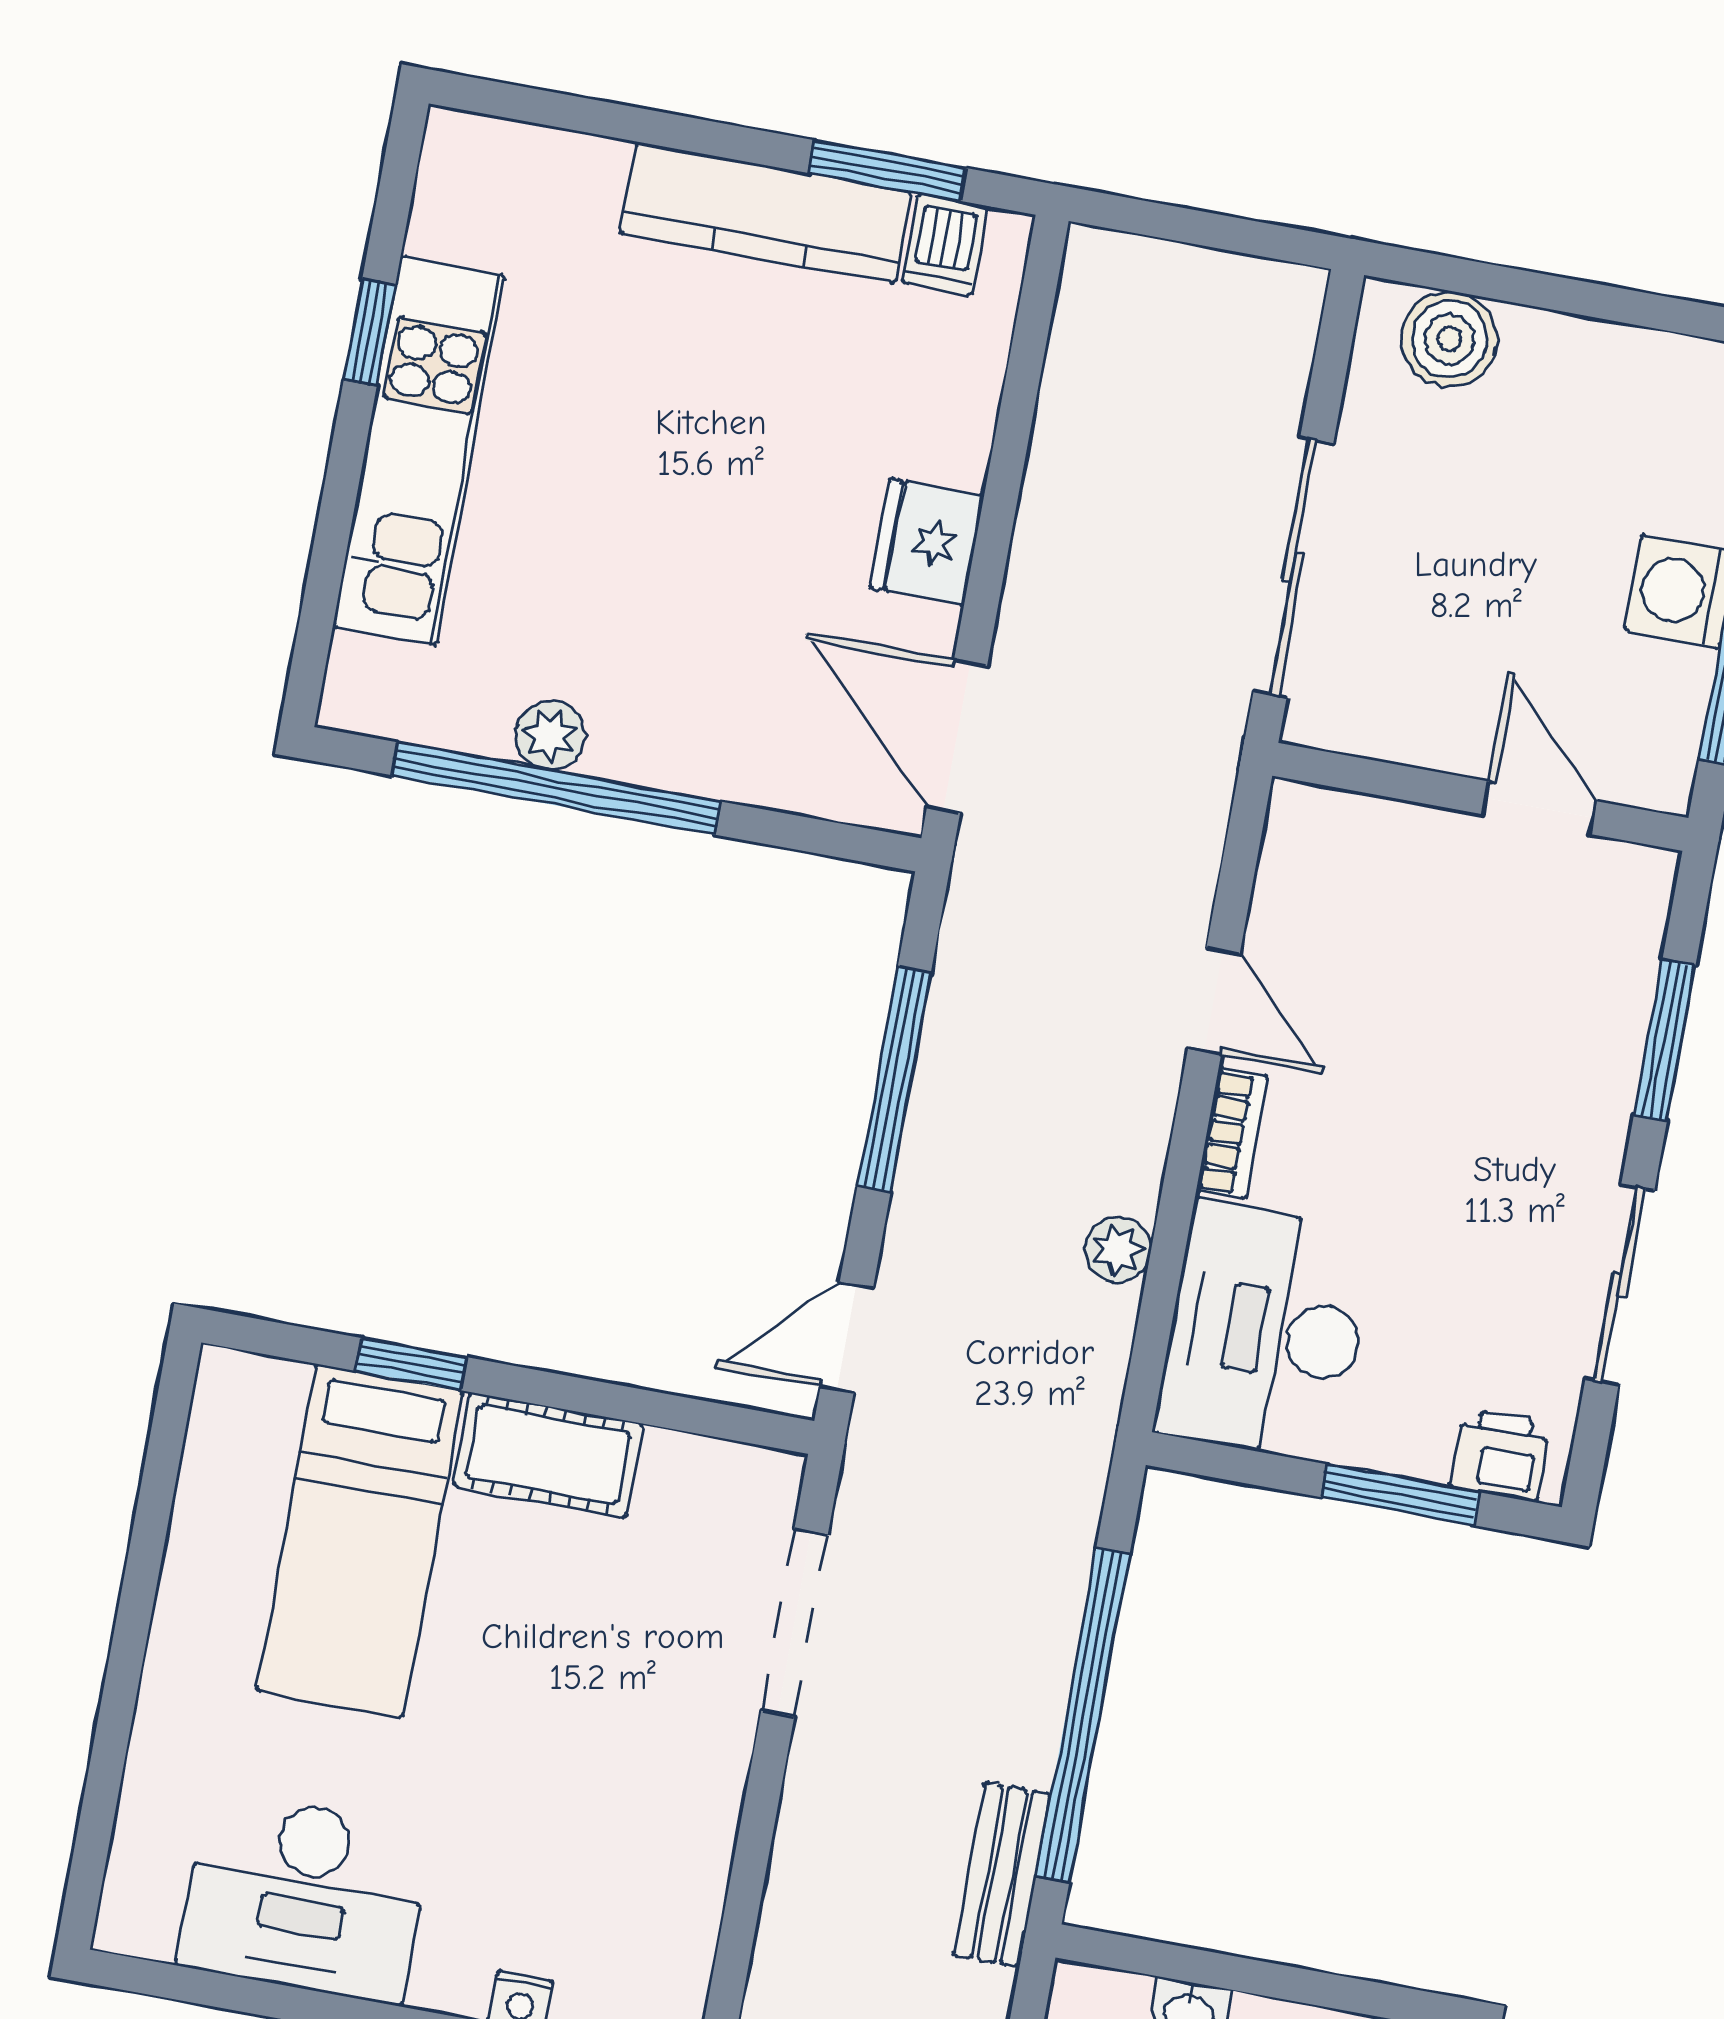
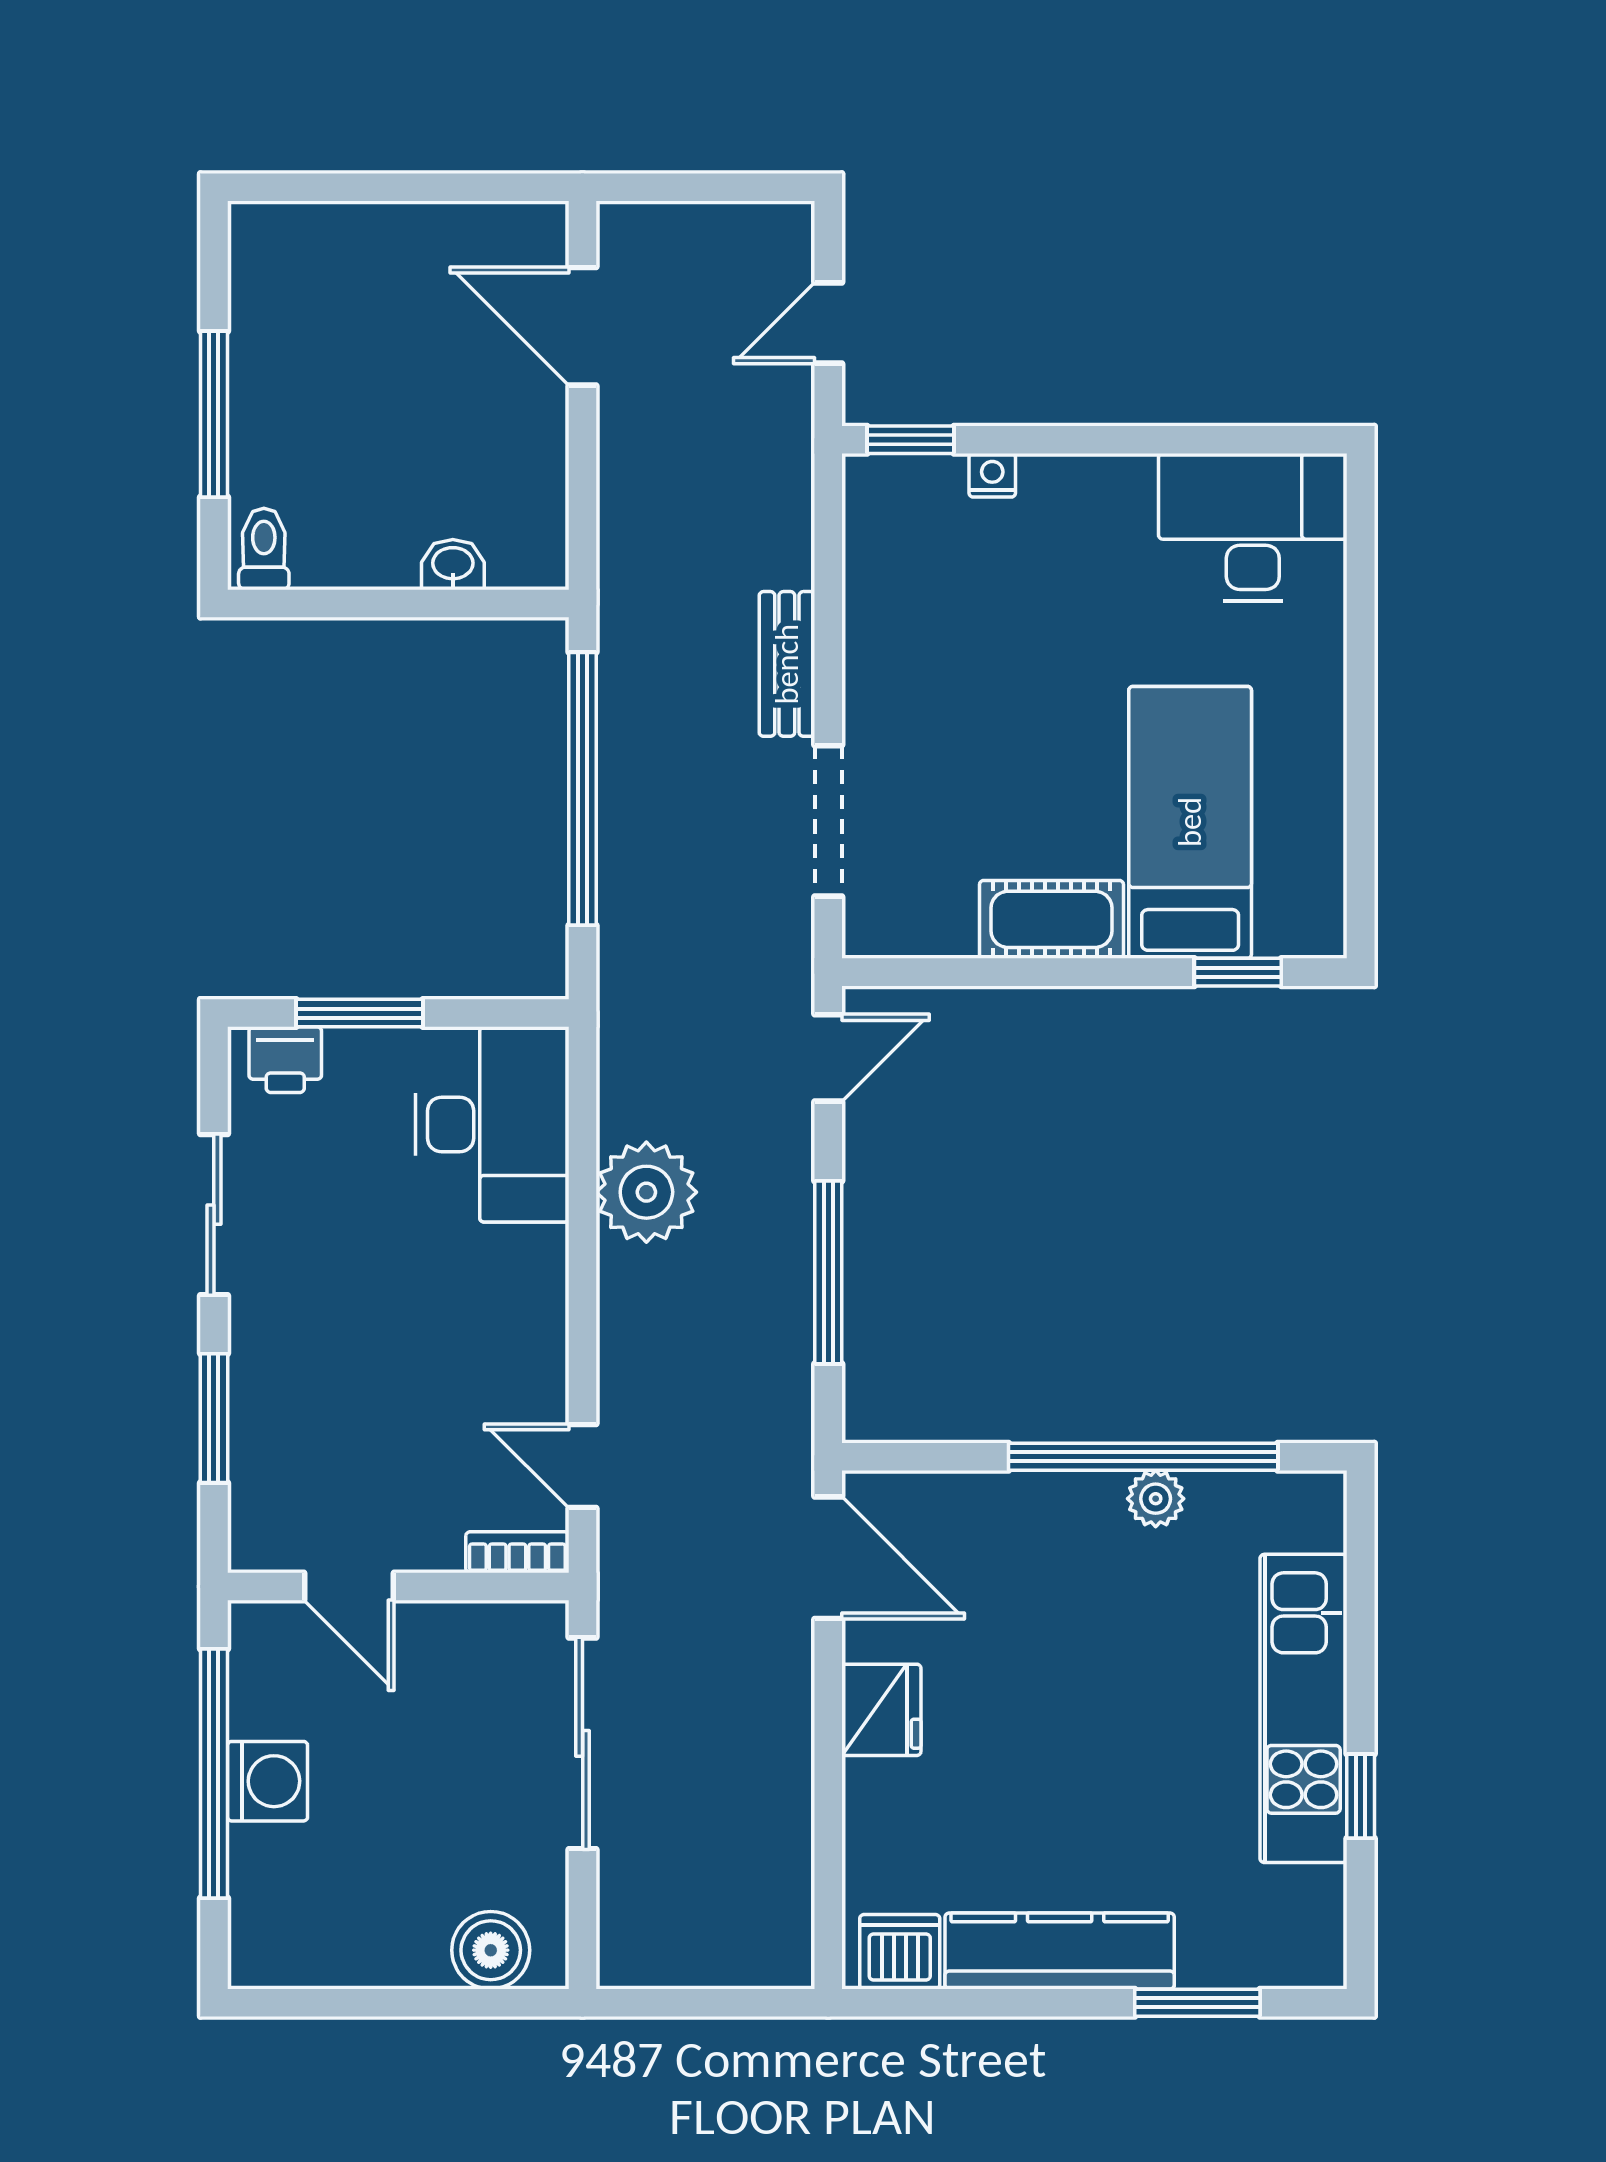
window: (887, 171) -> (1197, 2003), moved
dishwasher: (945, 245) -> (900, 1952), width x1.38
door: (1214, 1001) -> (583, 1466), moved
bookcase: (1232, 1133) -> (517, 1552), moved, turned 90
plant: (1118, 1249) -> (646, 1192), width x1.88, depth x1.88
window: (411, 1364) -> (1238, 972), moved
bench: (1002, 1875) -> (787, 664), moved
desk: (304, 1897) -> (1253, 527), moved

